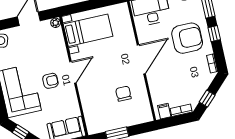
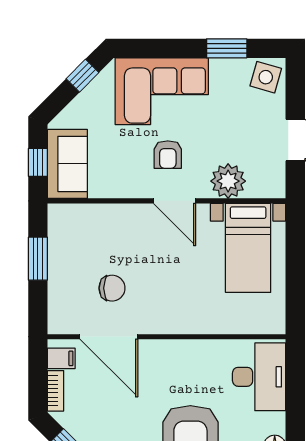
plant: (56, 23) -> (228, 181), moved, width x1.87, depth x1.87
door: (141, 59) -> (109, 337), moved

